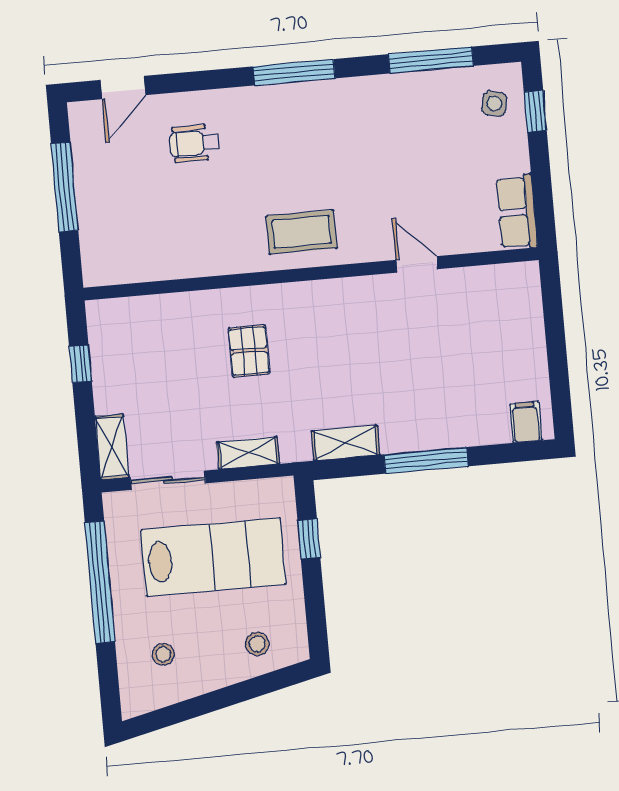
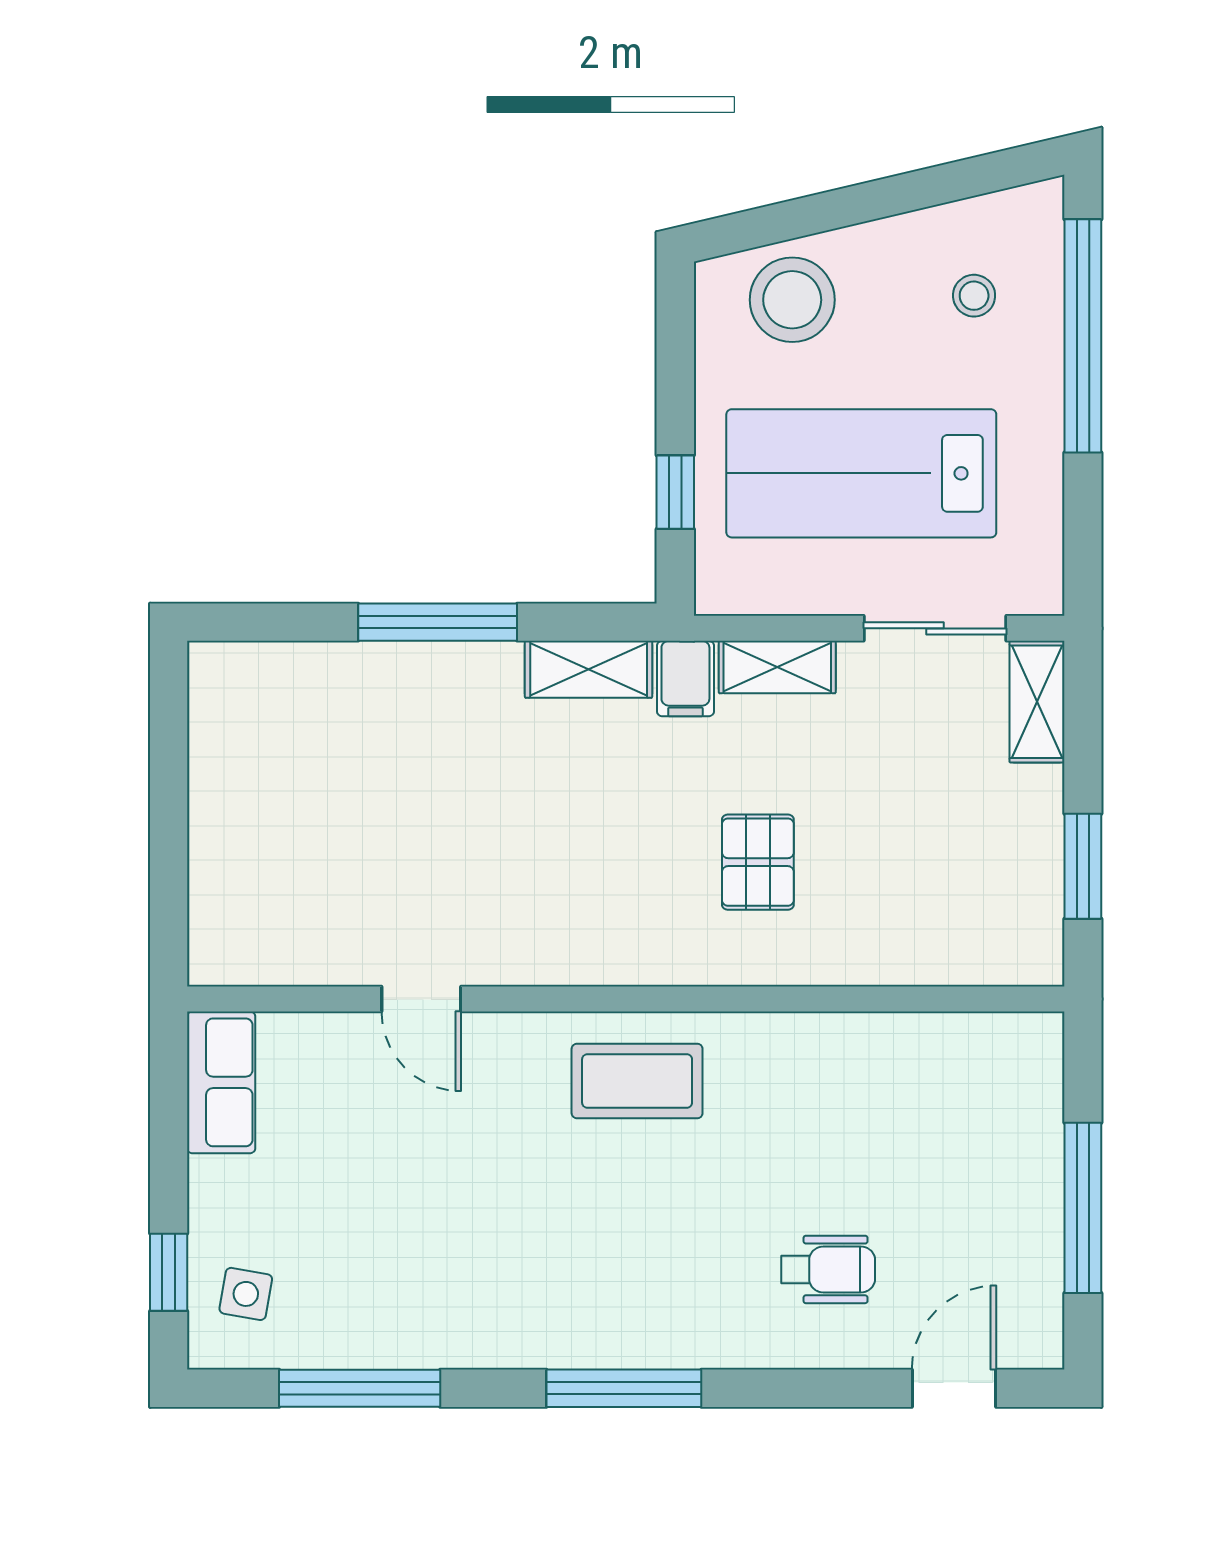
window: (80, 364) -> (1083, 866), width x1.50
filing cabinet: (526, 422) -> (685, 679), moved
window: (100, 582) -> (1083, 336), moved
stool: (257, 644) -> (792, 300), width x1.89, depth x1.89

